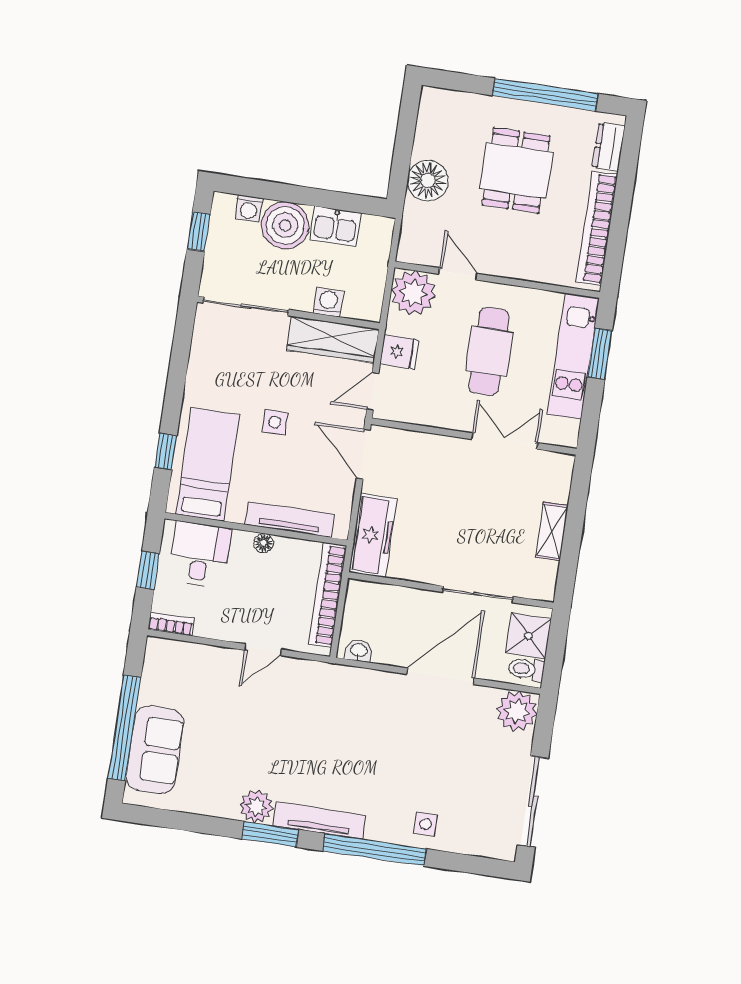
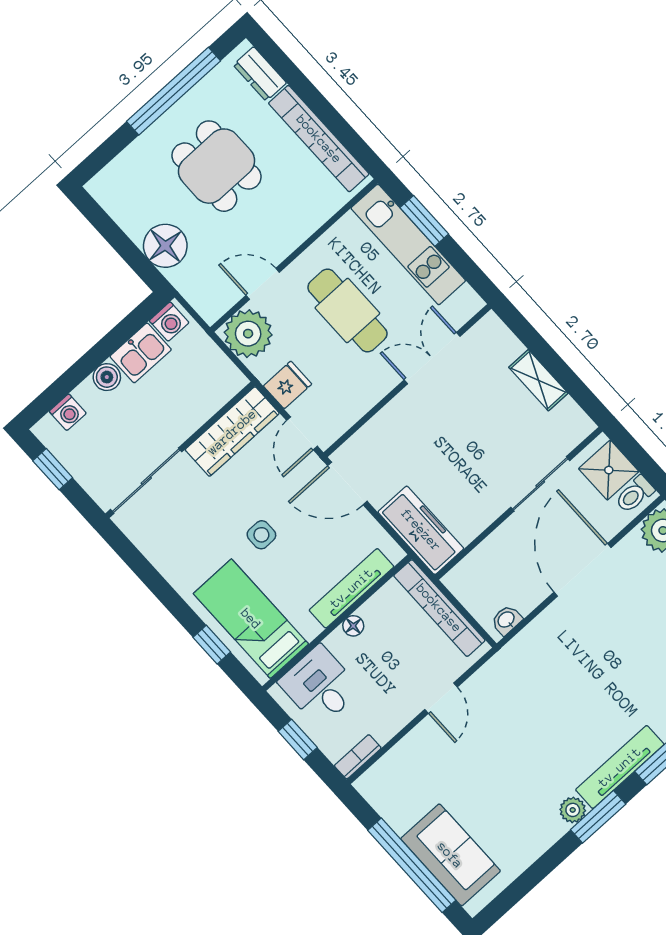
boiler: (285, 225) -> (107, 377), width x0.54, depth x0.54
washing machine: (328, 302) -> (169, 322), moved, turned 180
plant: (256, 807) -> (573, 810), width x0.73, depth x0.73

